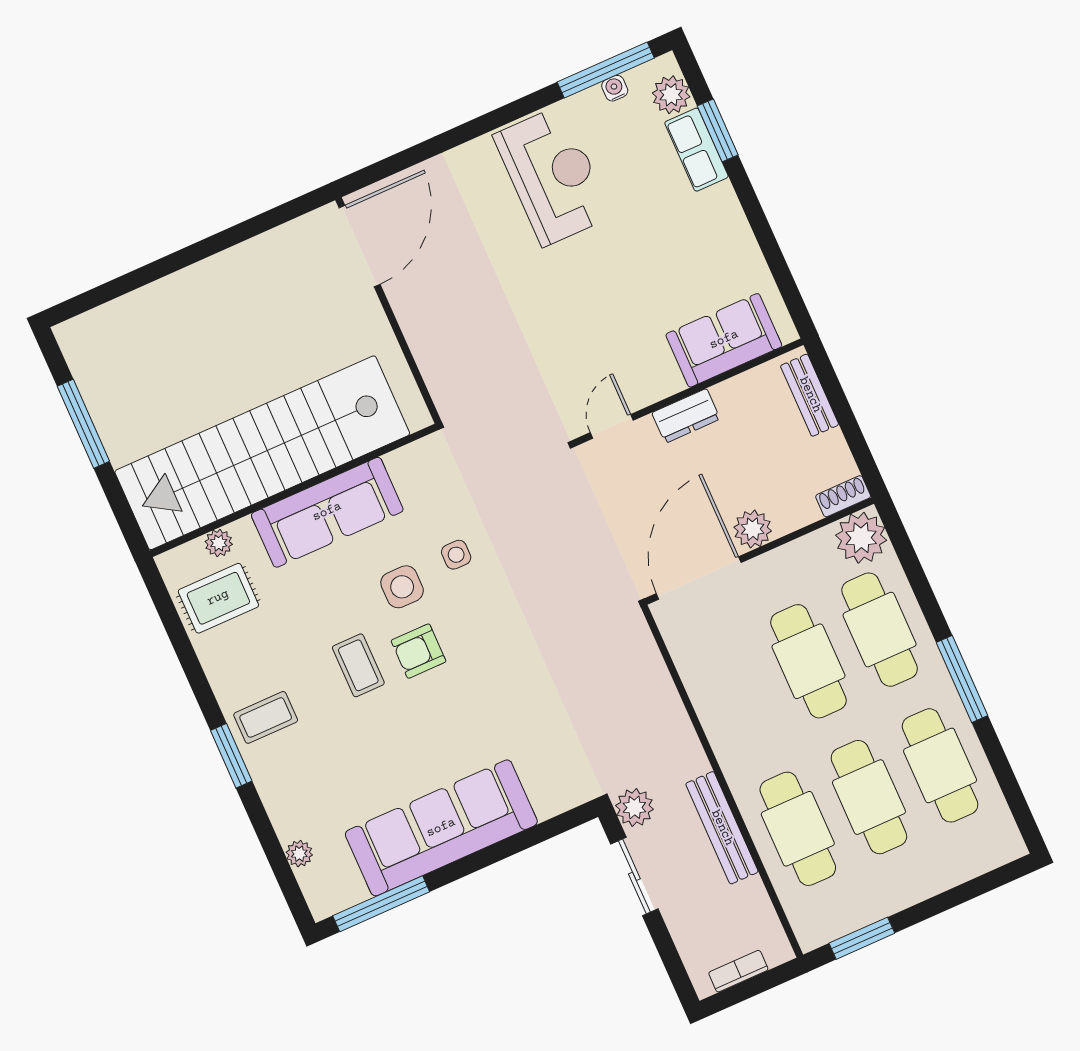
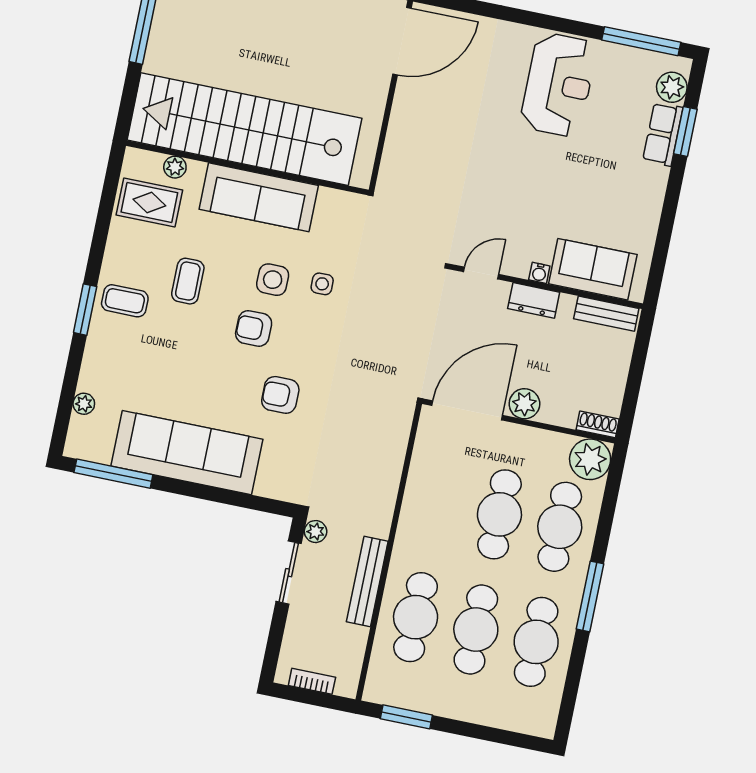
water cooler: (615, 88) -> (539, 273), moved, turned 180
bench: (810, 395) -> (606, 314), moved, turned 90
coffee table: (358, 665) -> (188, 281), moved
armchair: (495, 700) -> (280, 395), added
plant: (634, 807) -> (316, 532), width x0.73, depth x0.73

